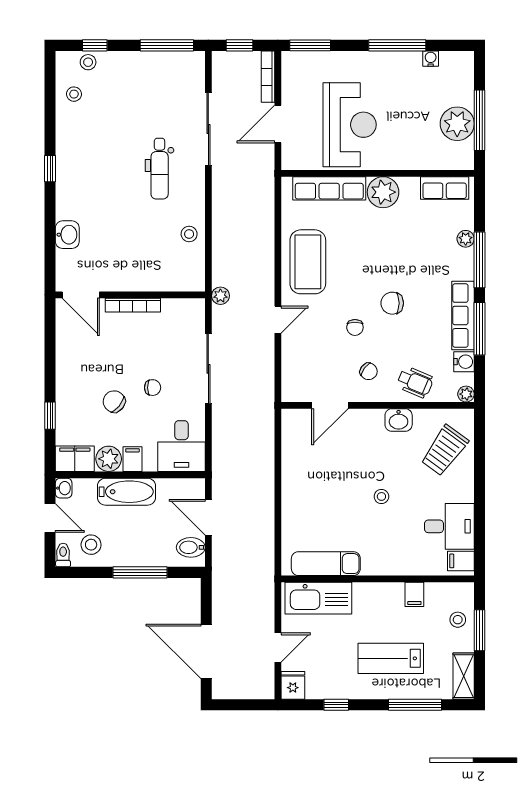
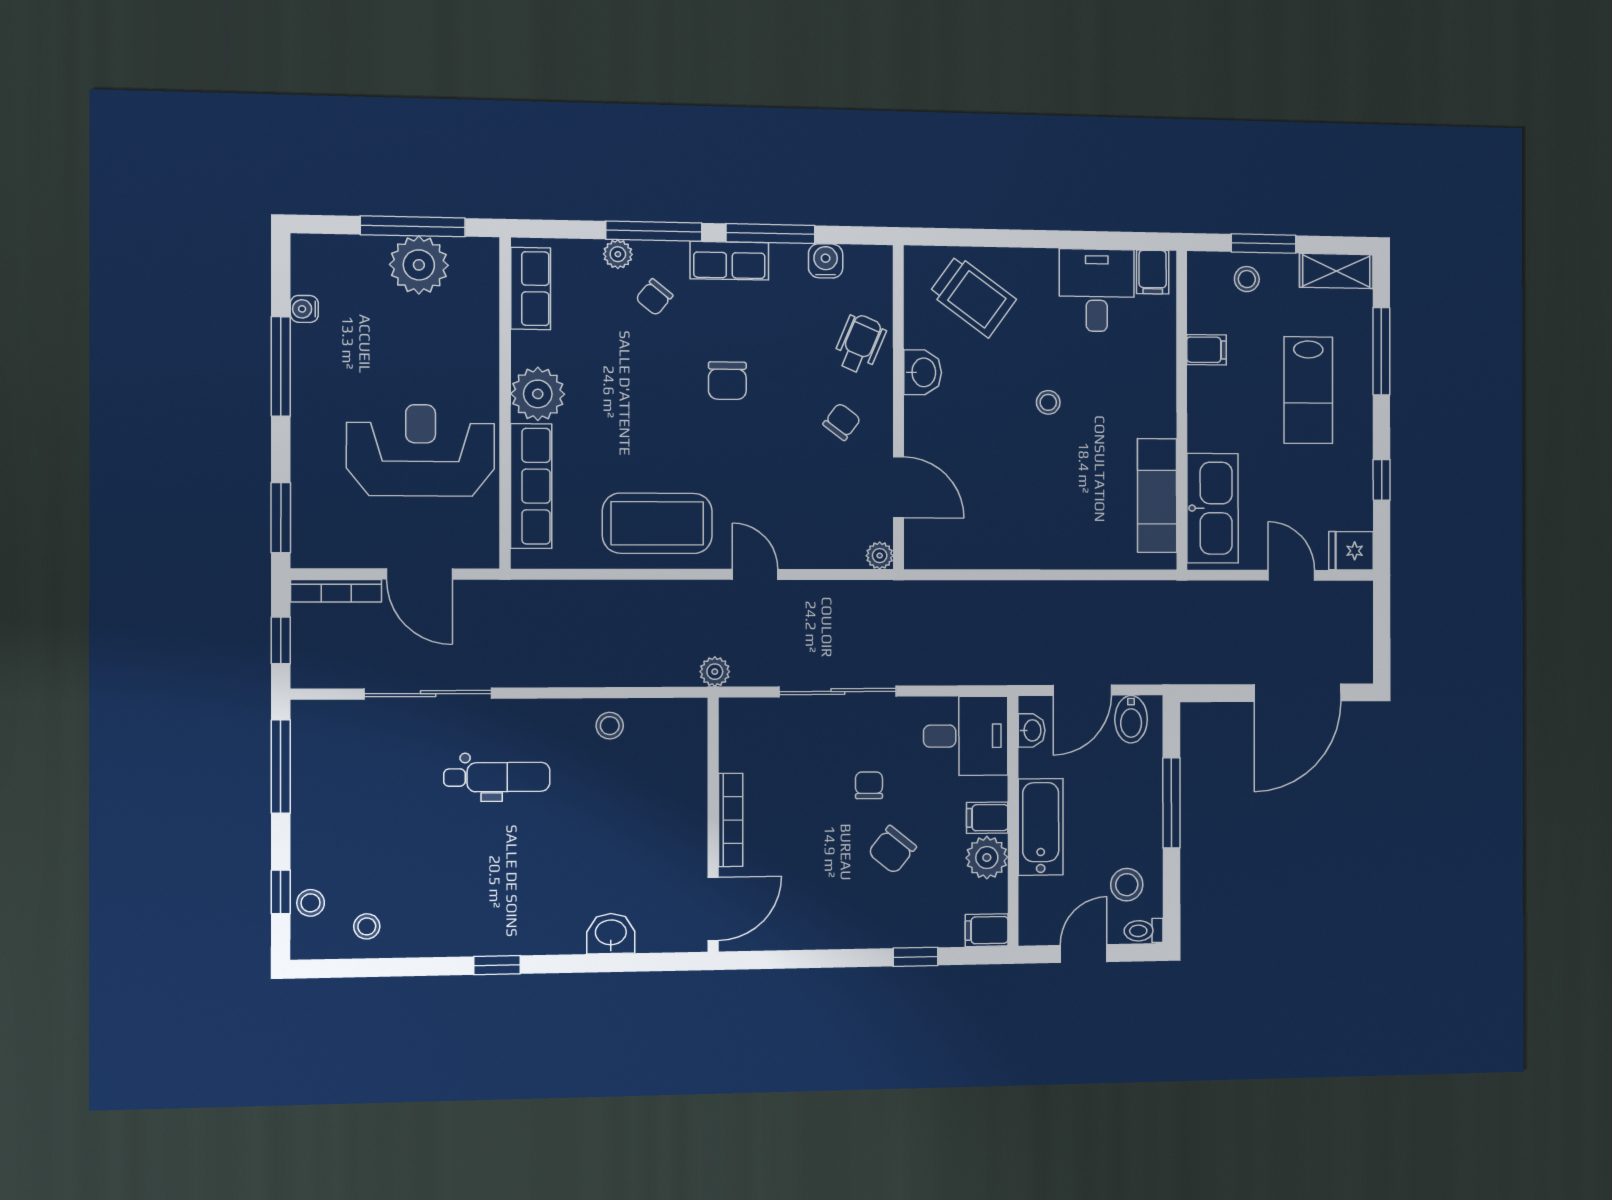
row of seats: (463, 315) -> (729, 261), width x0.68
chair: (355, 327) -> (654, 297), moved, turned 129
plant: (466, 394) -> (880, 556), moved
filing cabinet: (75, 459) -> (987, 930), width x0.50
washbasin: (64, 488) -> (1032, 730), moved, turned 90

